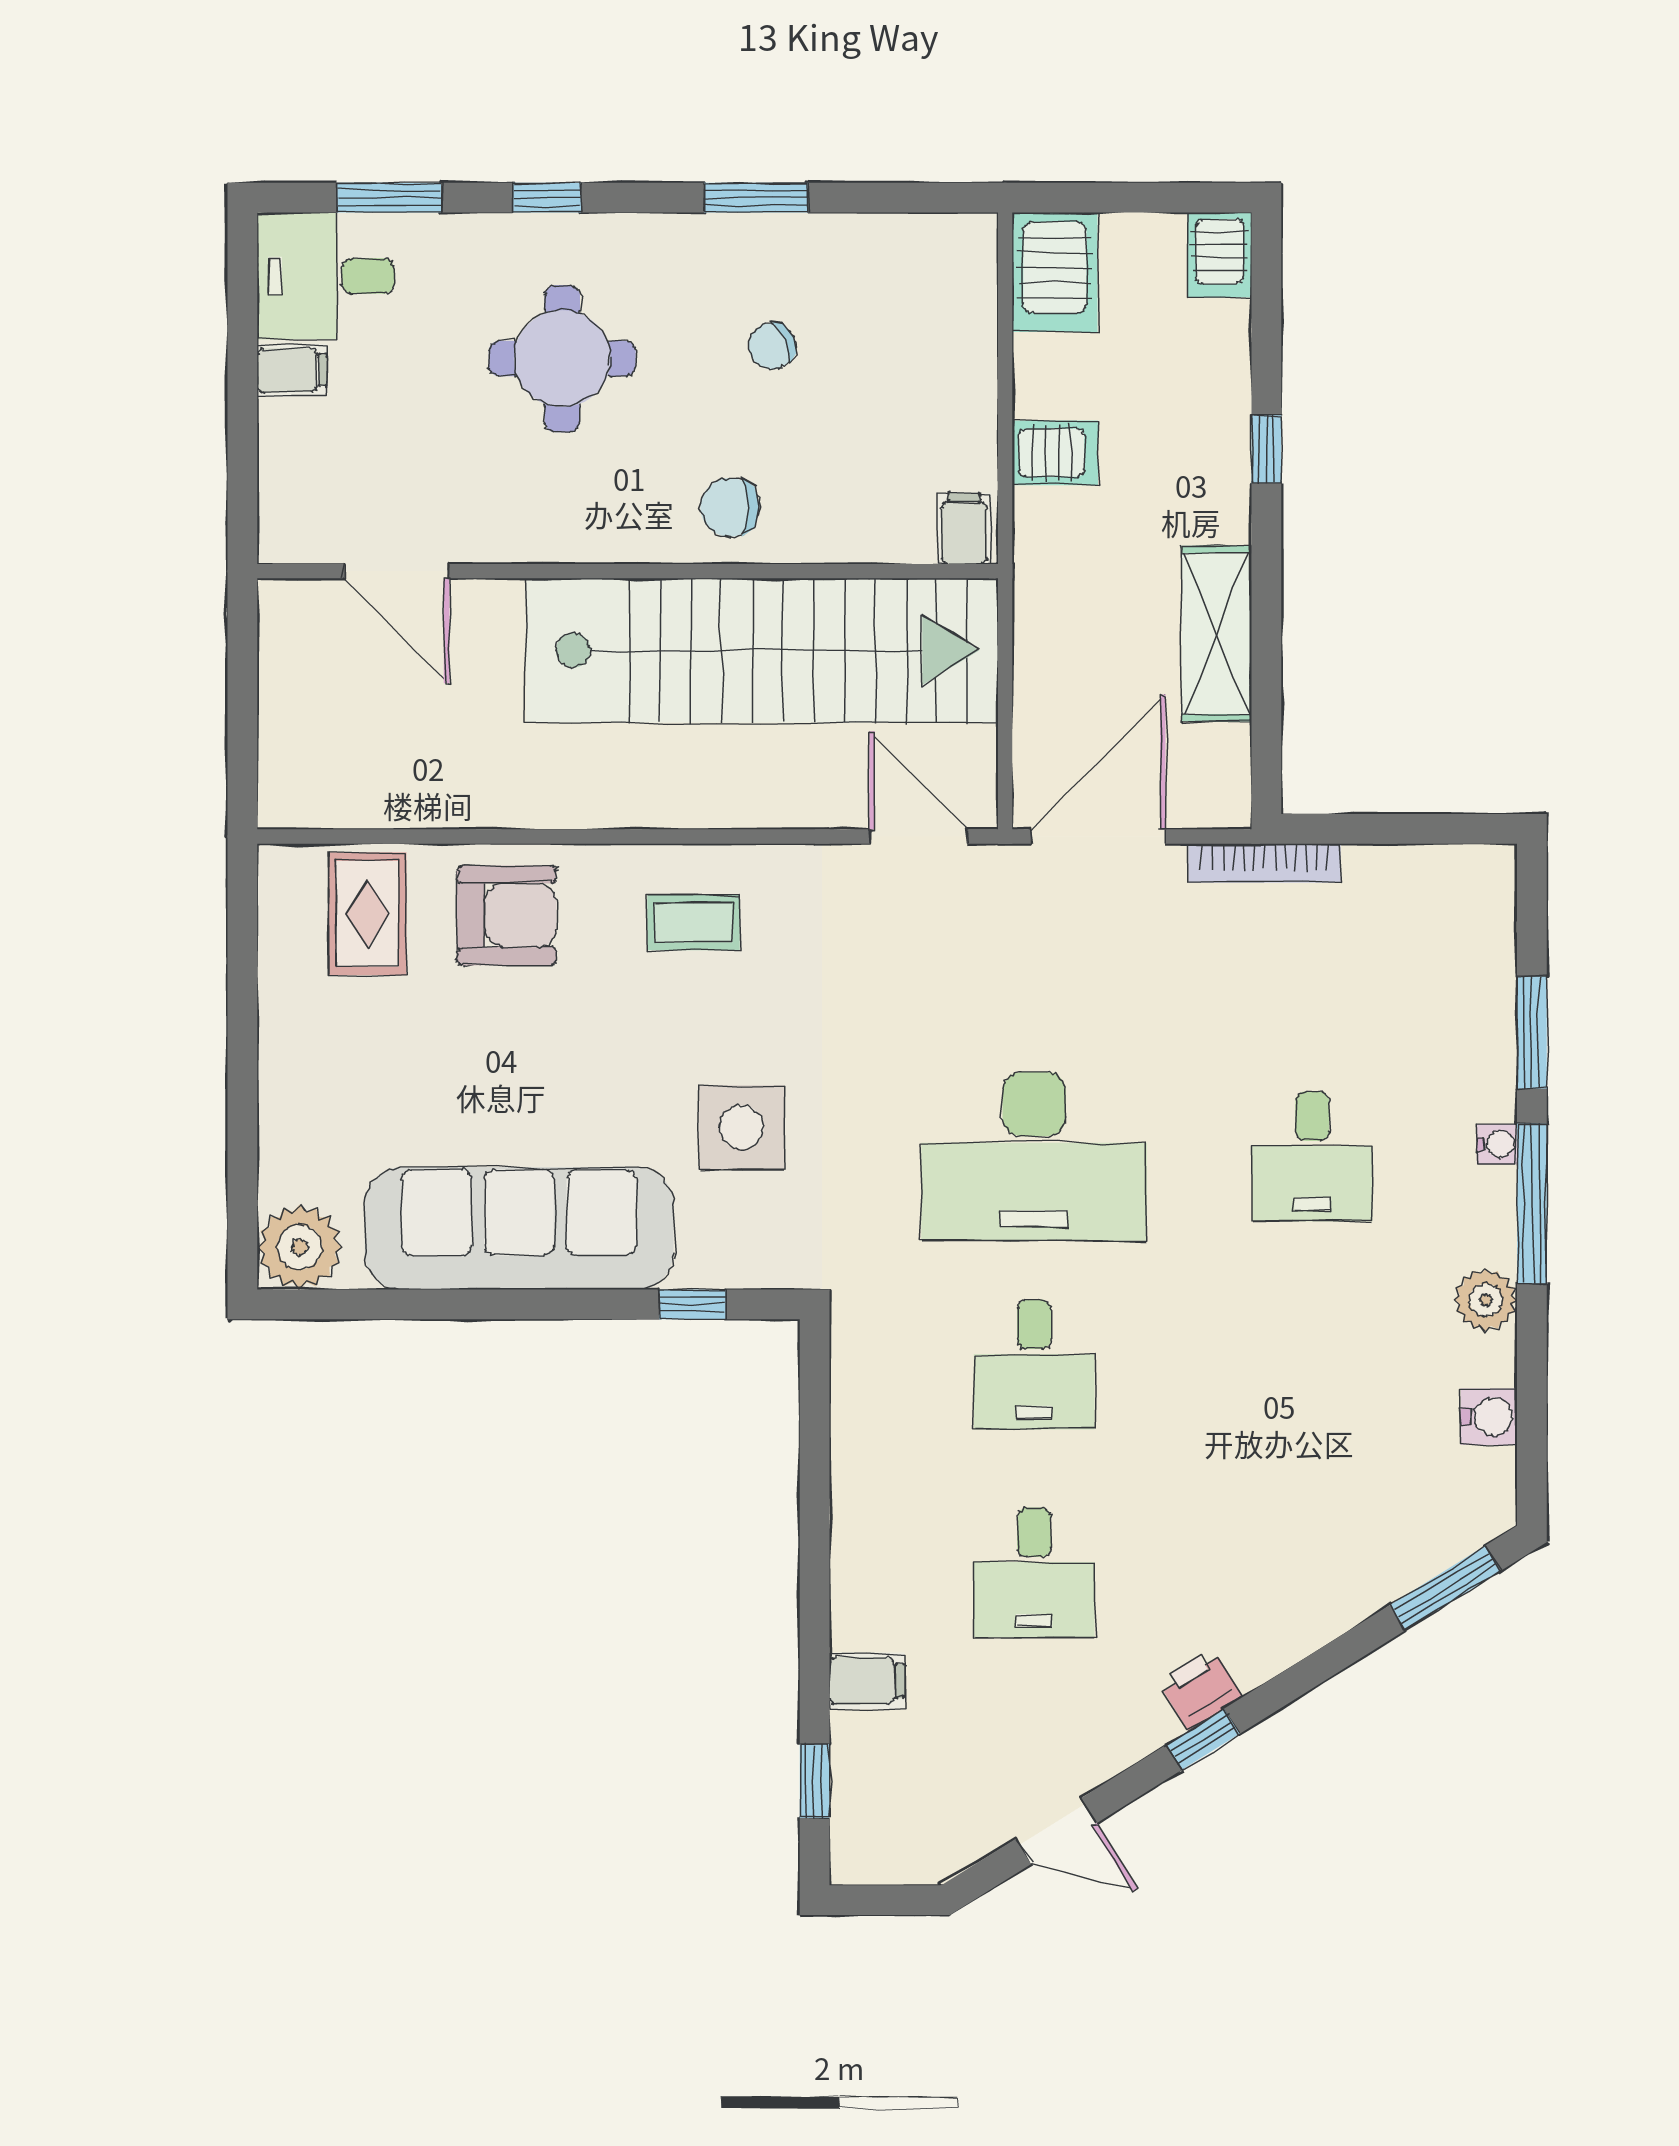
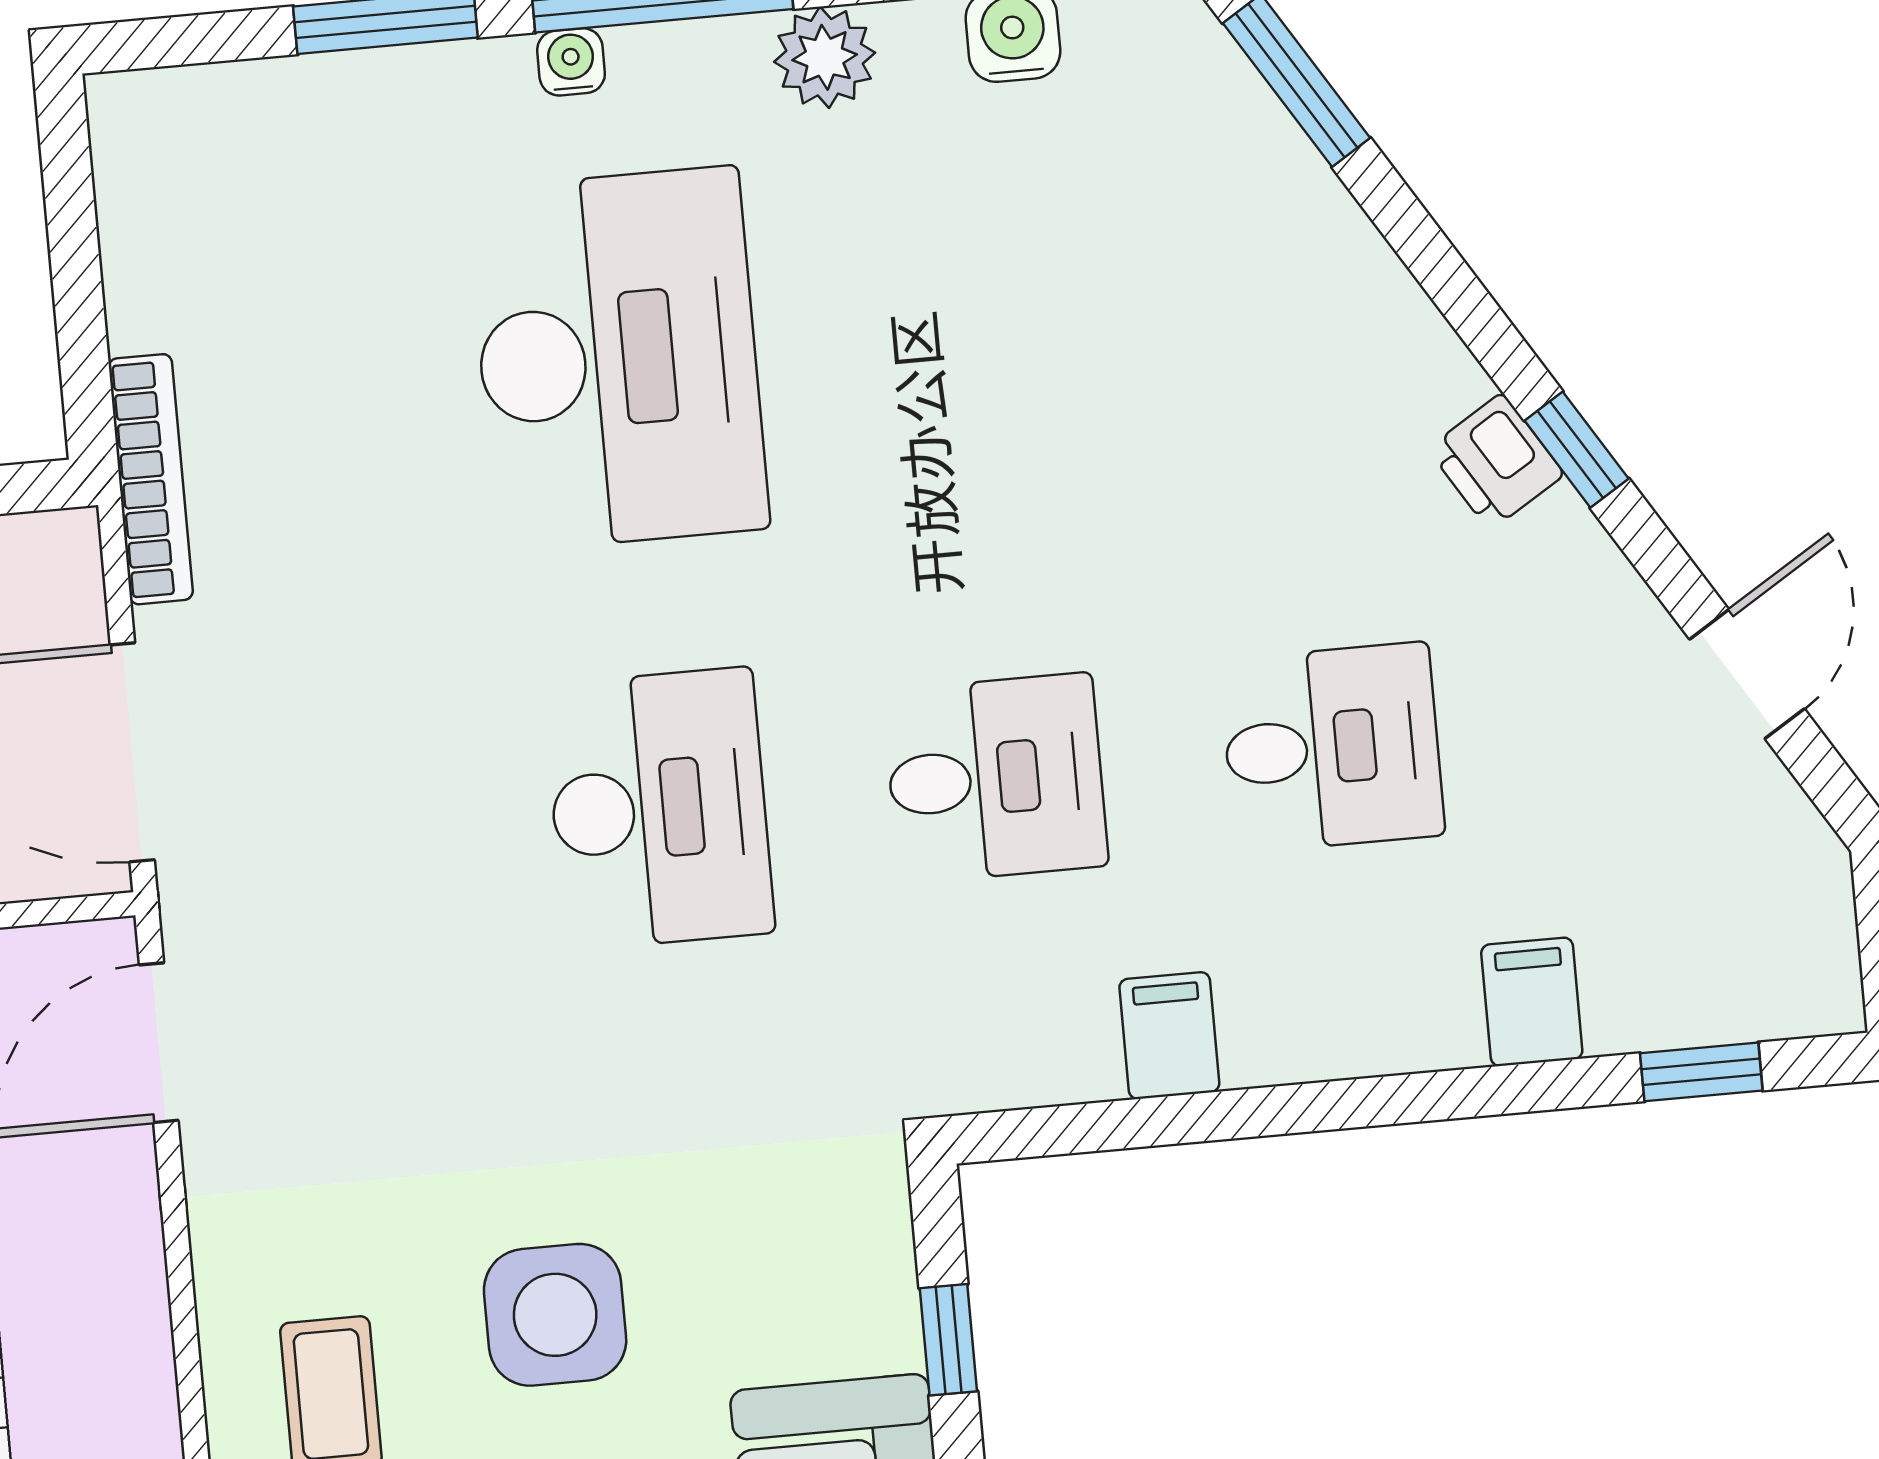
side table: (742, 1127) -> (555, 1315), moved
desk: (1034, 1156) -> (659, 809), width x0.73, depth x0.77
desk: (1312, 1156) -> (618, 359), width x1.87, depth x1.30
filing cabinet: (867, 1457) -> (1169, 1036), added

